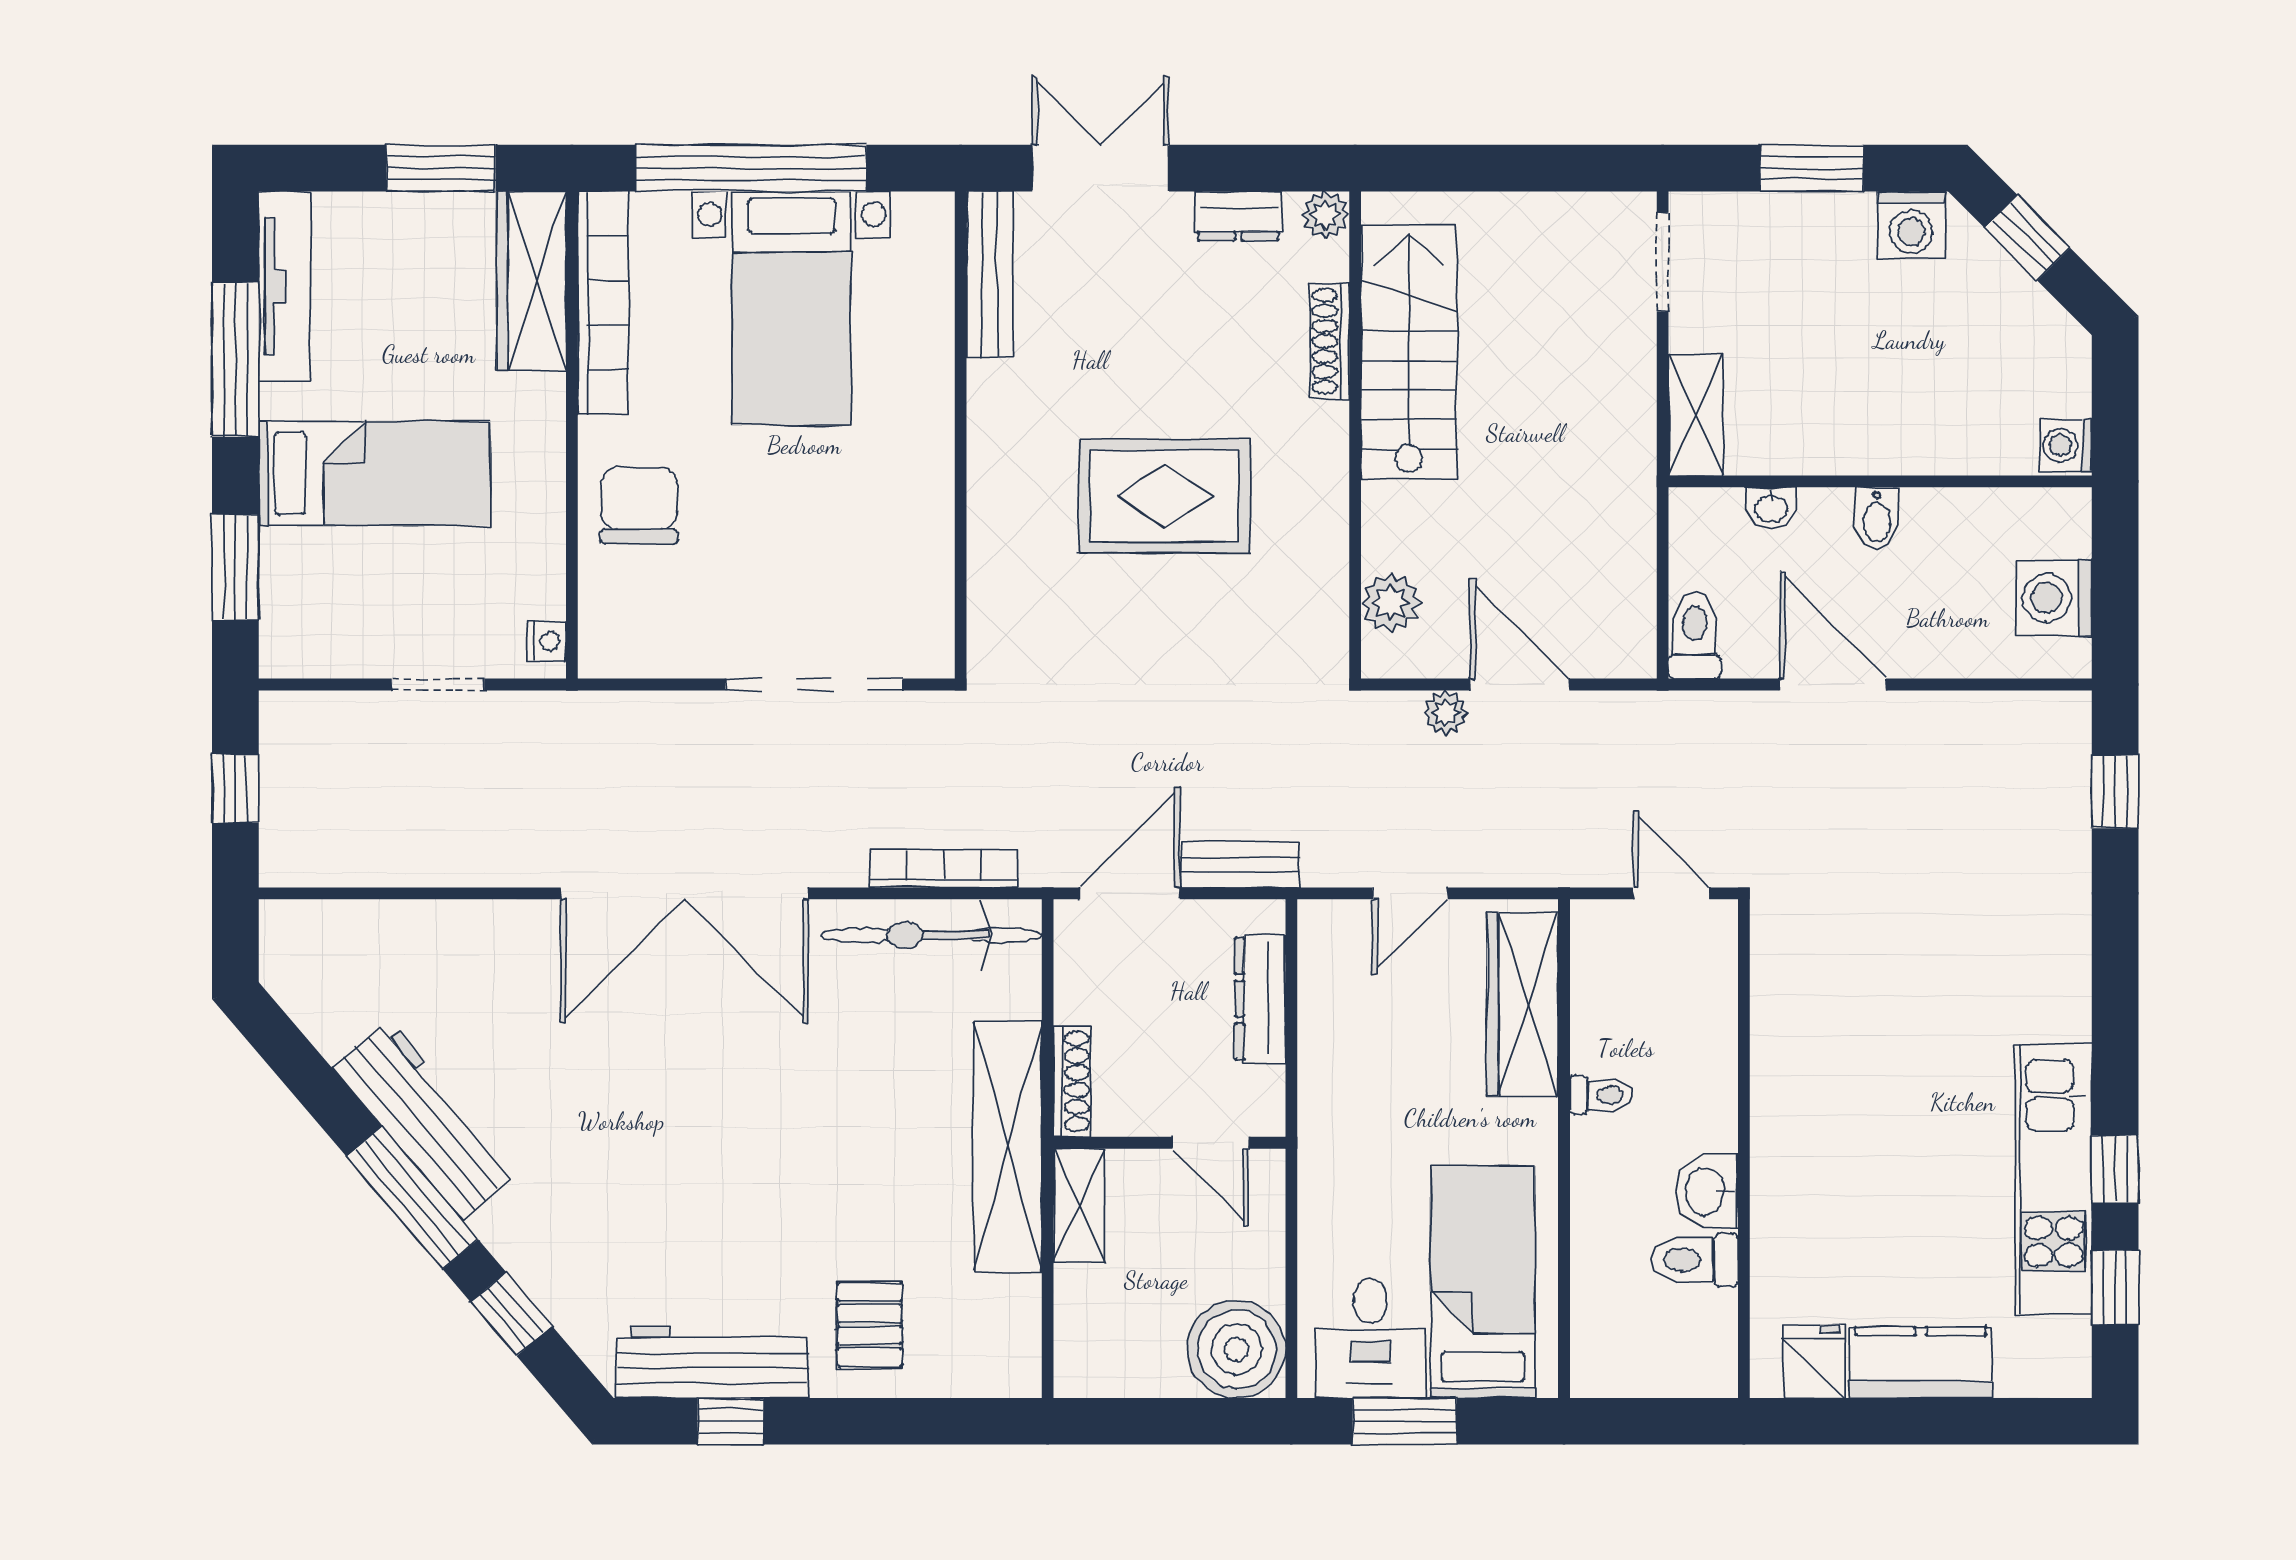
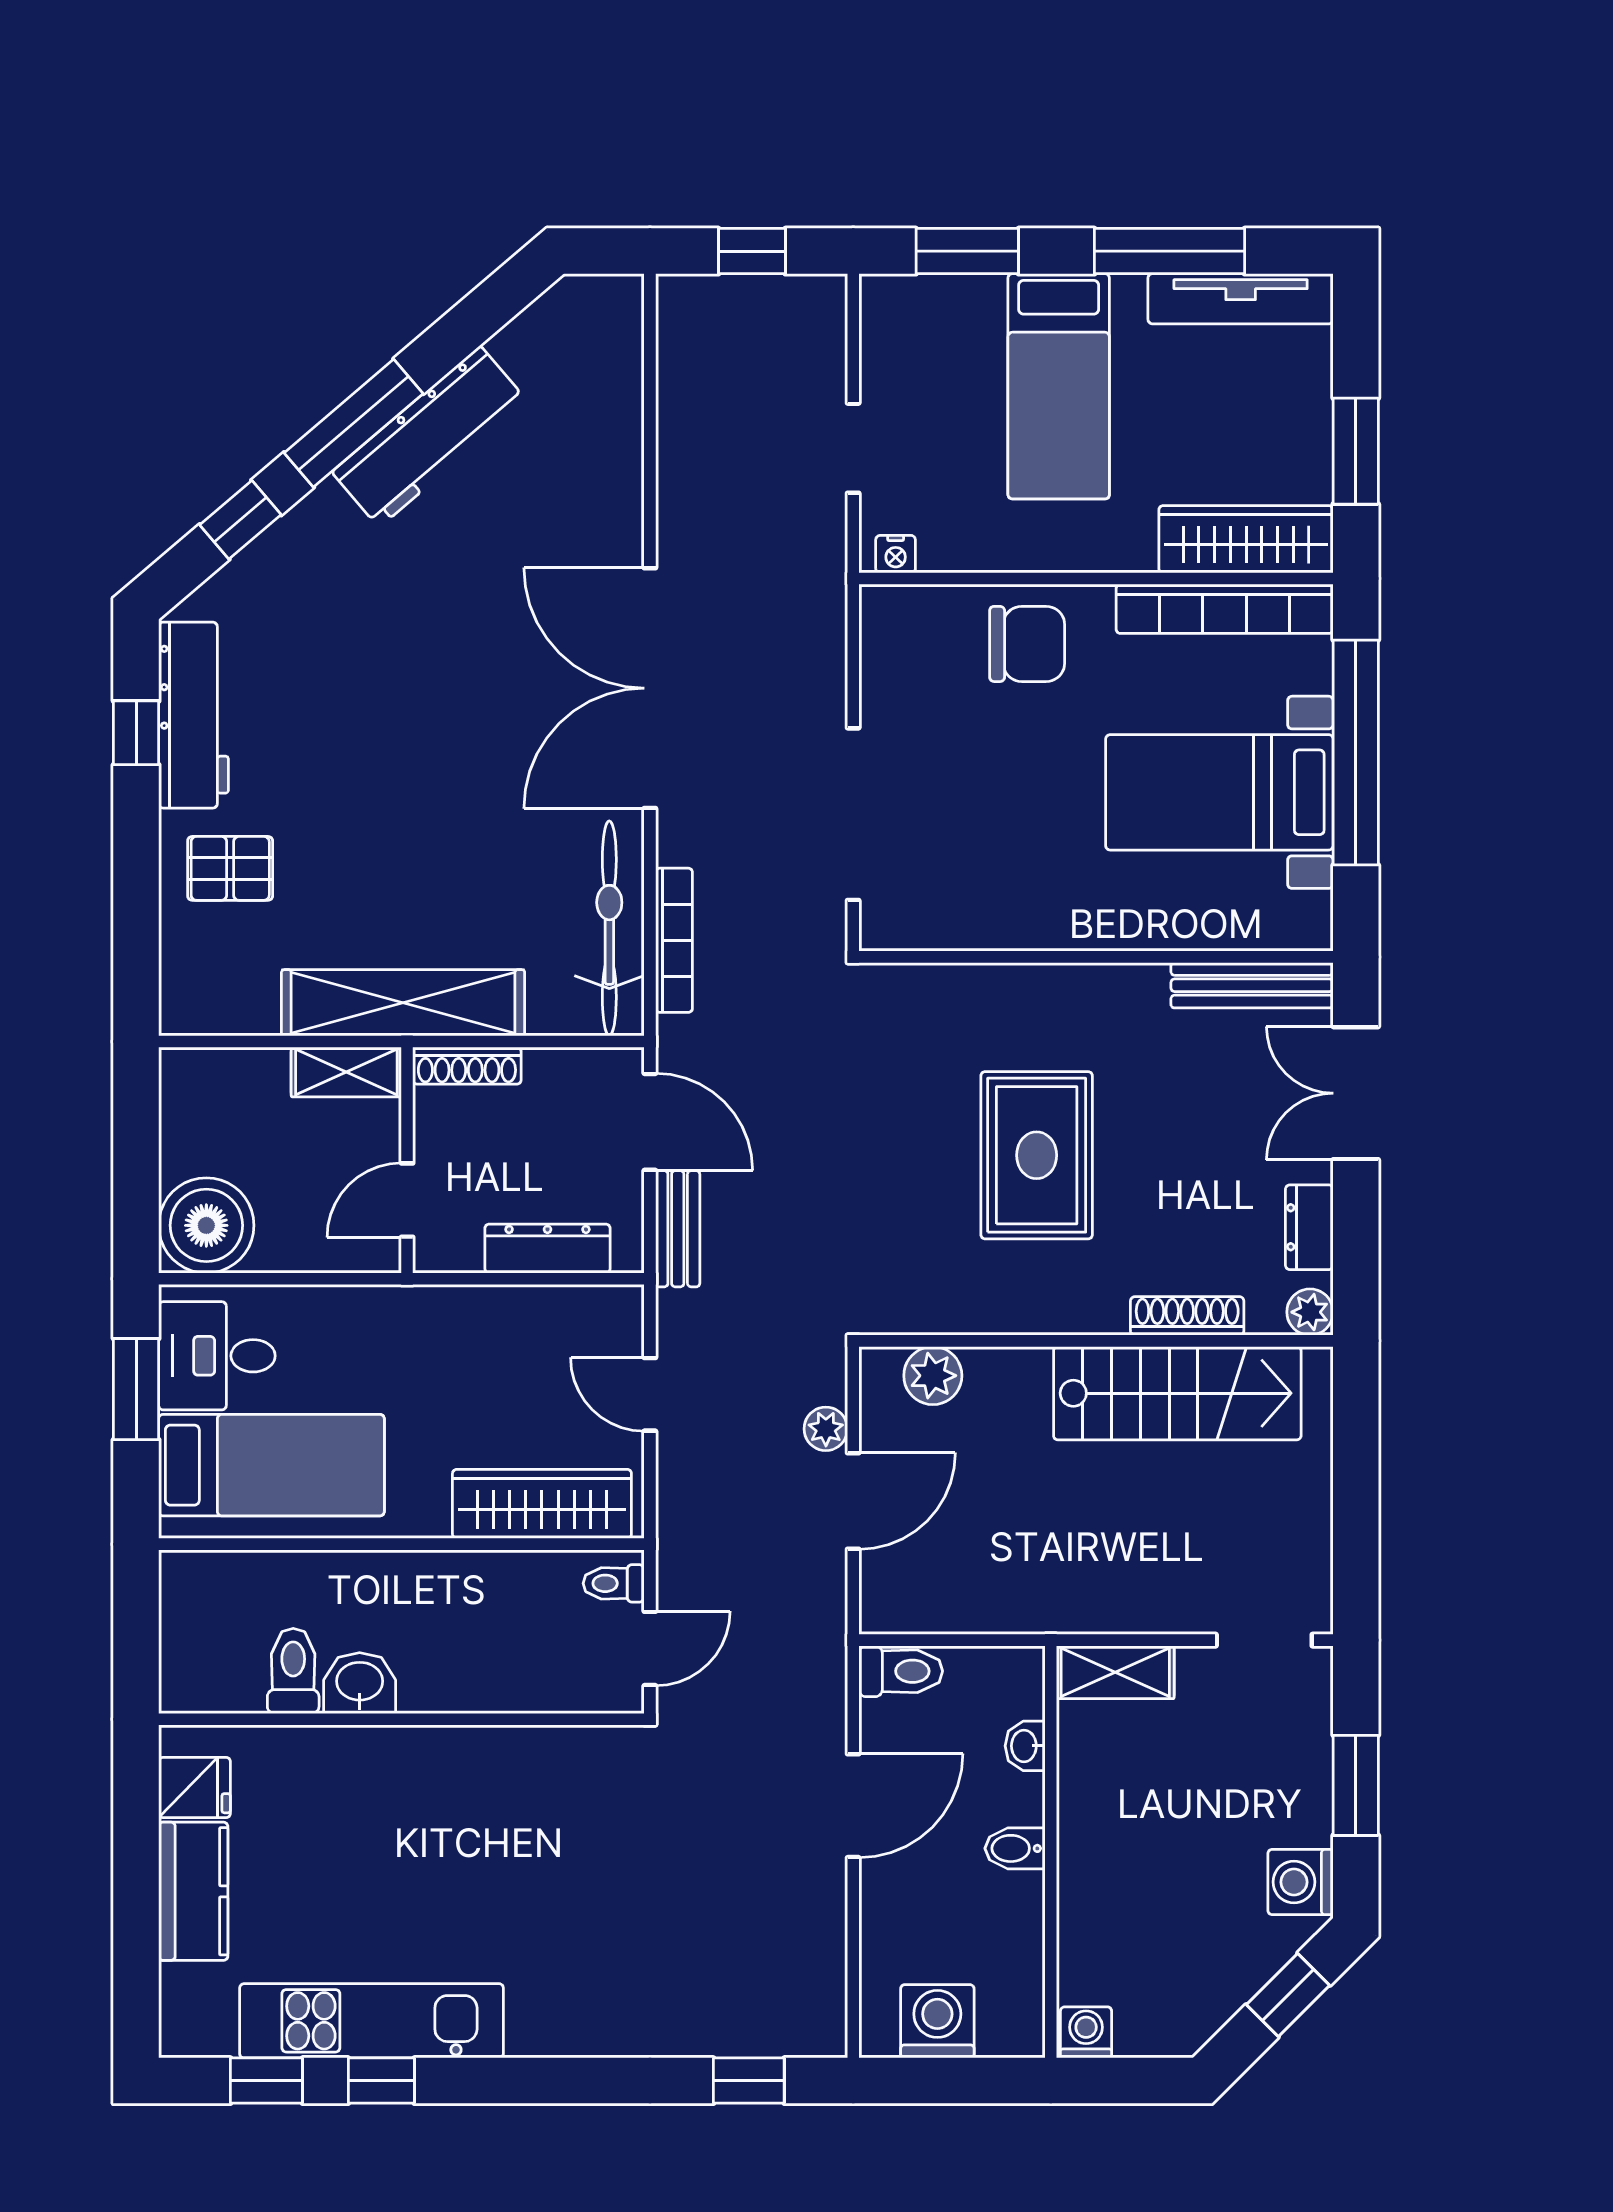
double door: (1101, 168) -> (1356, 1093), swing flipped
toilet: (1601, 1095) -> (614, 1583), moved, turned 90

